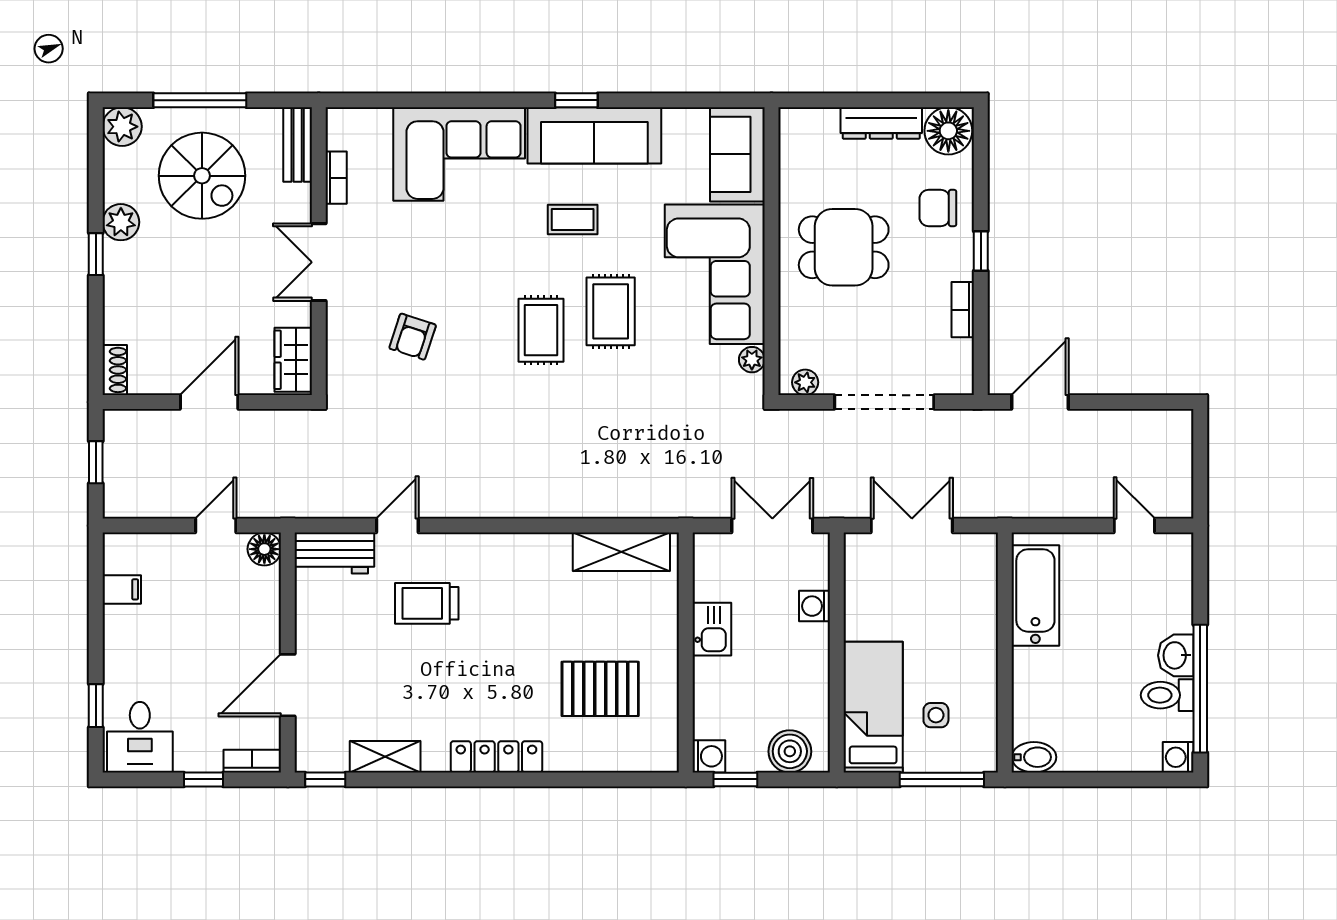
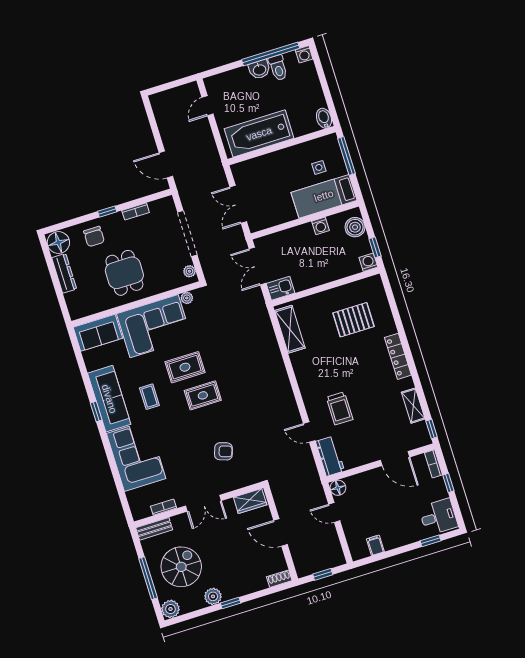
bathtub: (1035, 595) -> (259, 134), width x1.36, depth x1.36
washing machine: (814, 606) -> (320, 226), moved
kitchen sink: (712, 629) -> (281, 288), moved
pallet: (600, 689) -> (353, 320), turned 90

